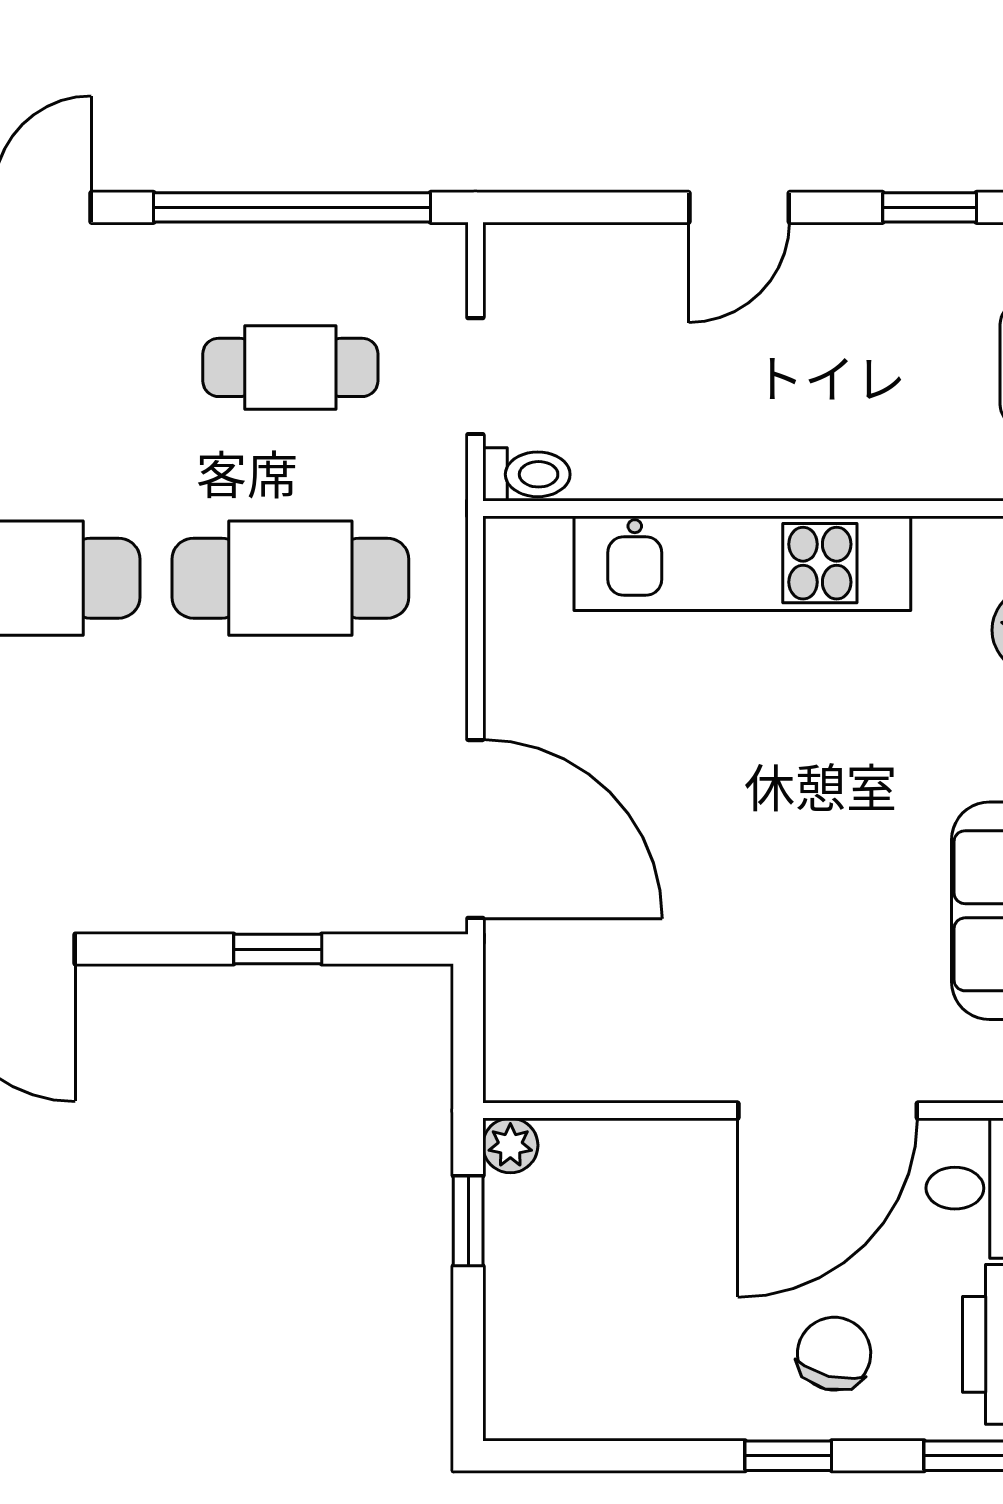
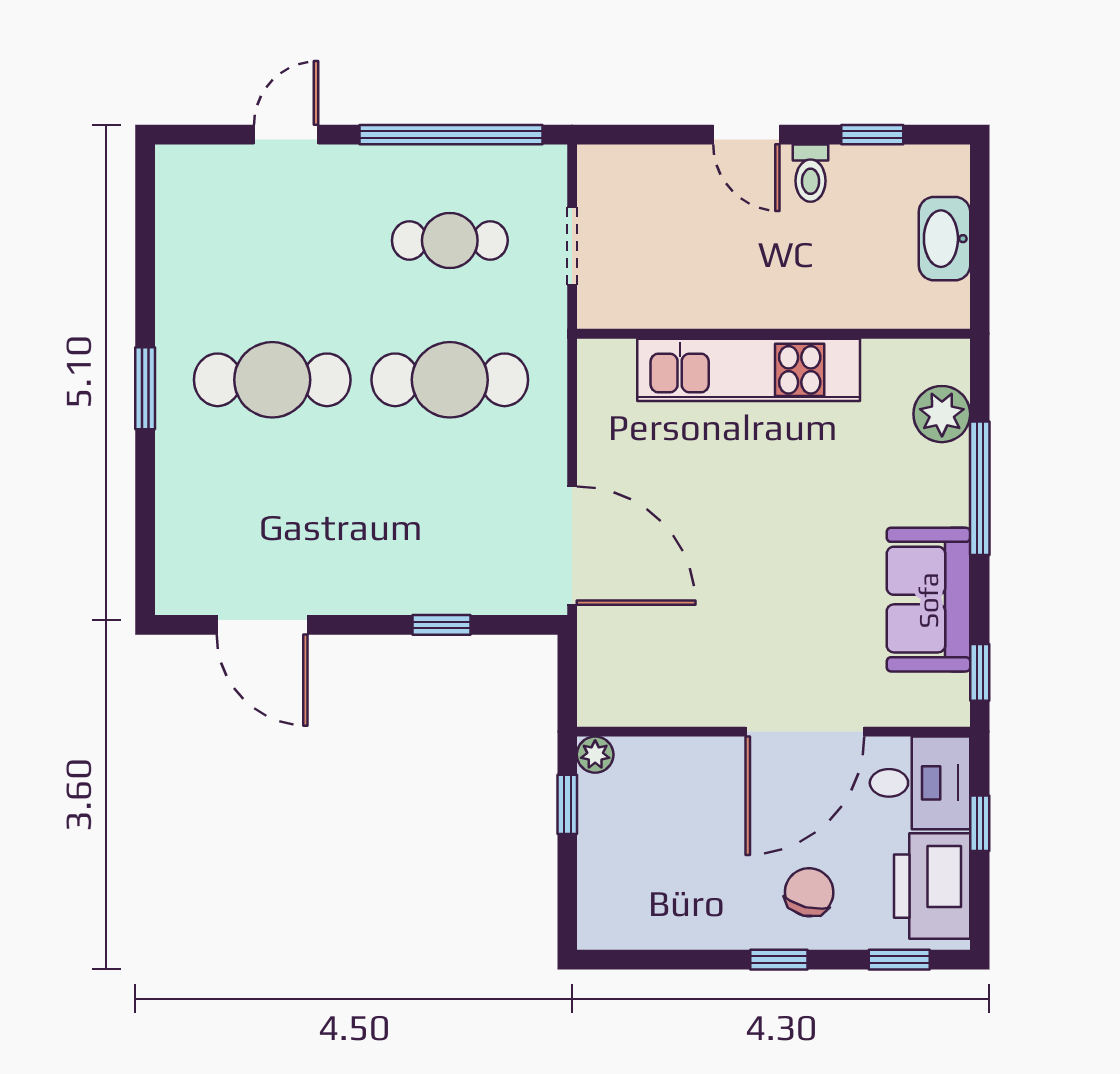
door: (739, 207) -> (746, 135), hinge flipped
toilet: (526, 474) -> (811, 173), moved, turned 90

